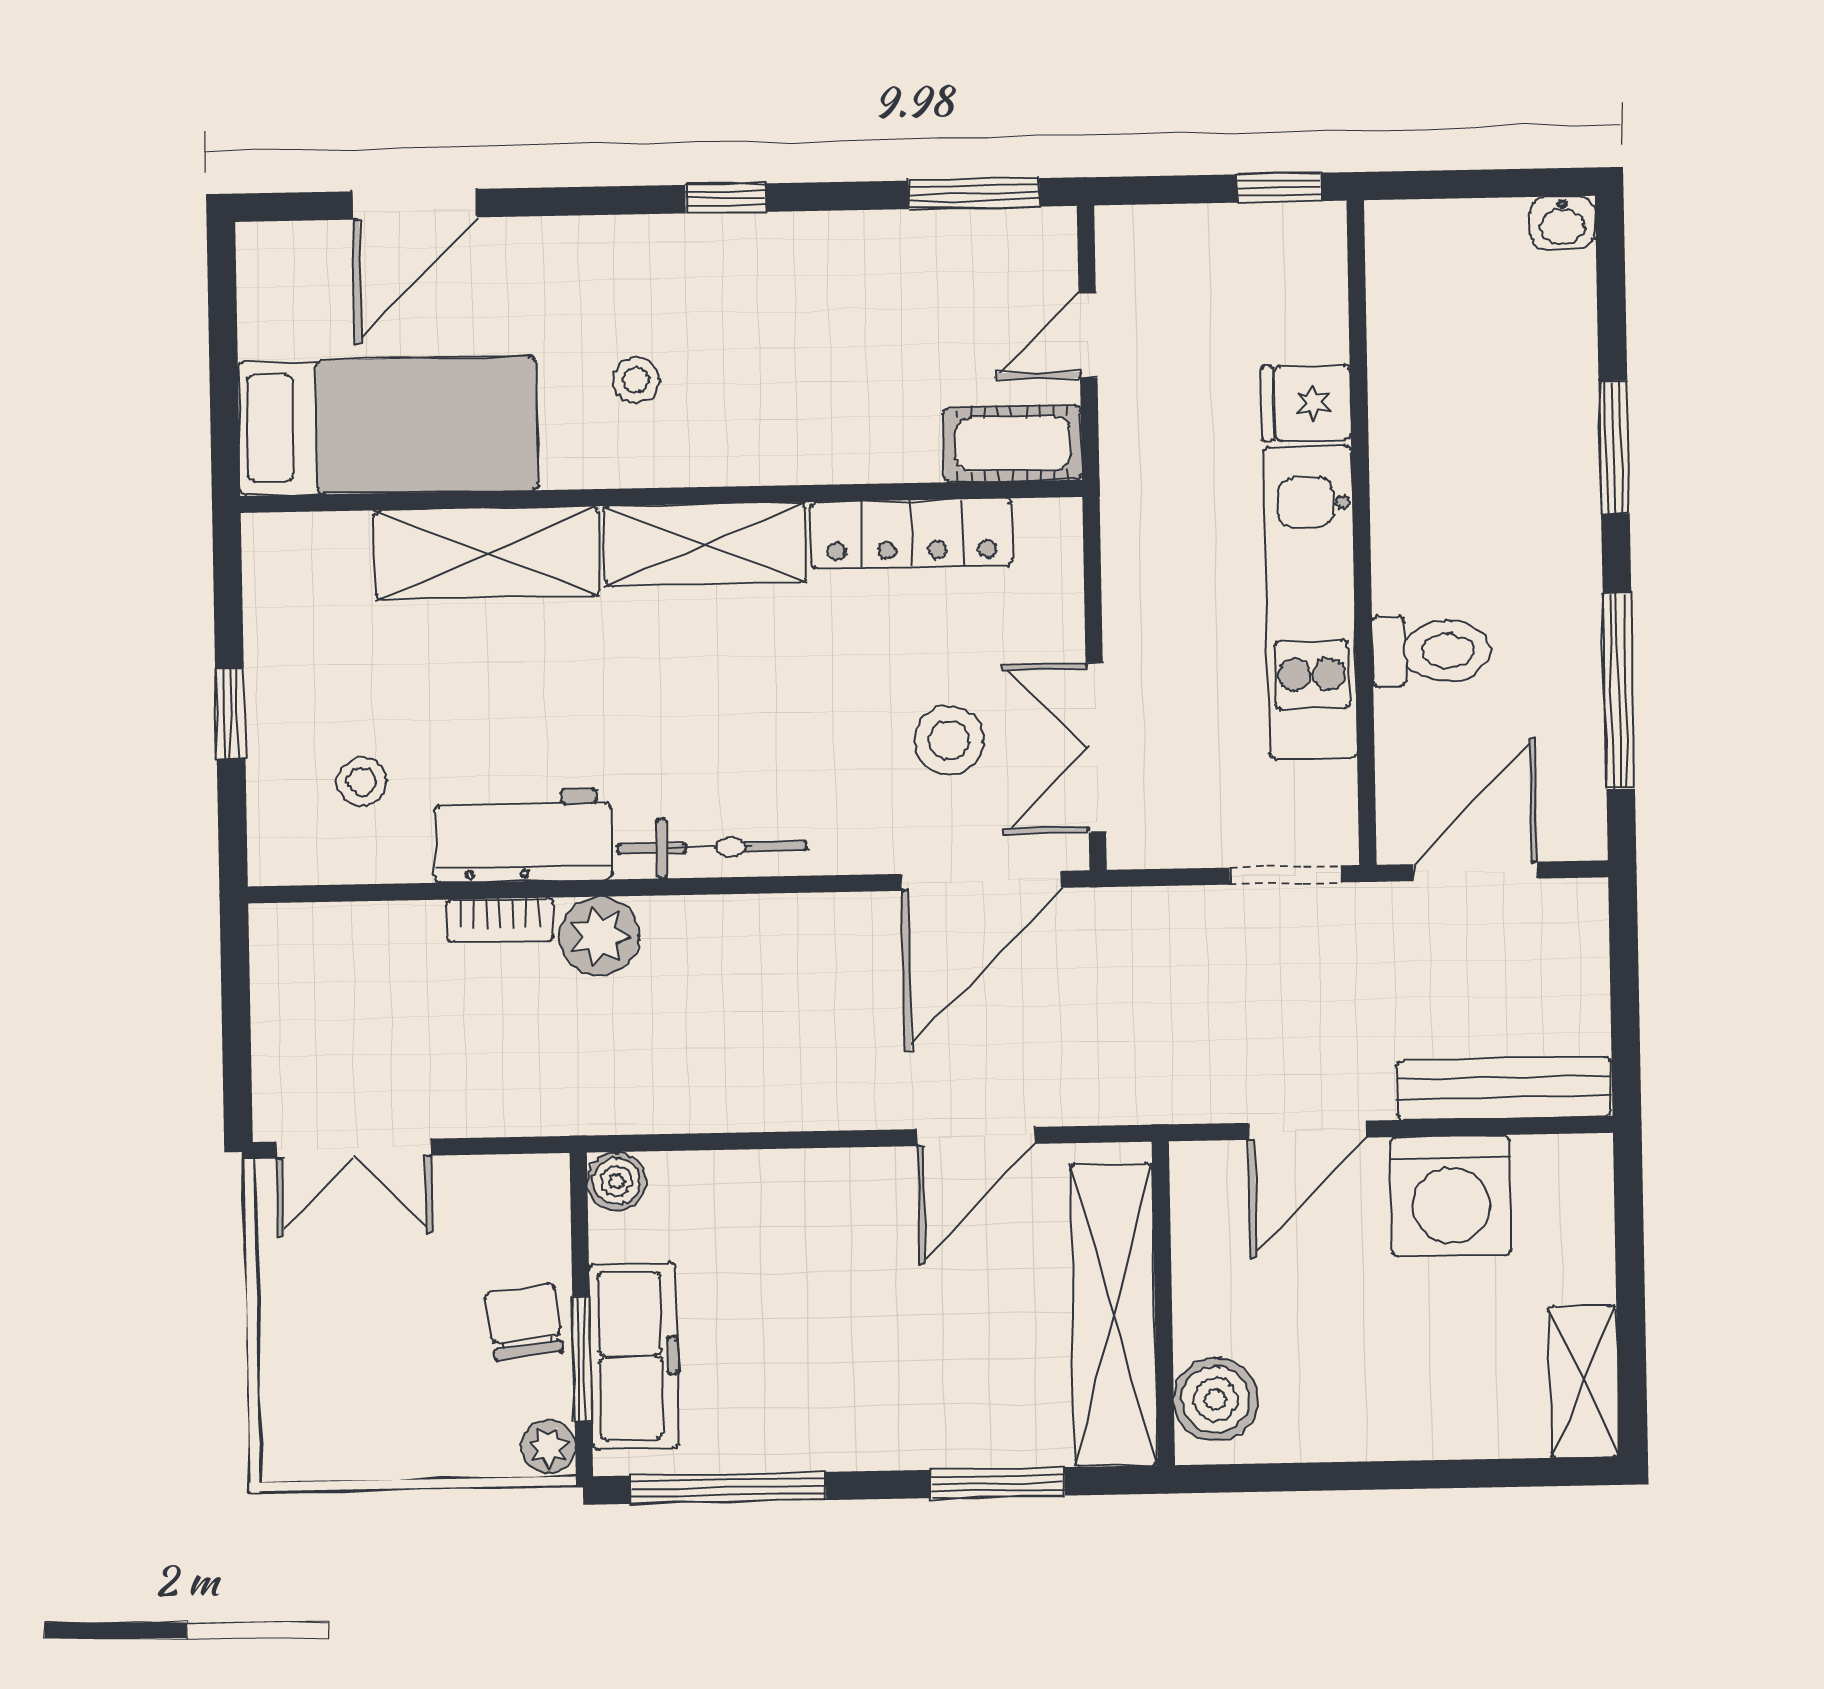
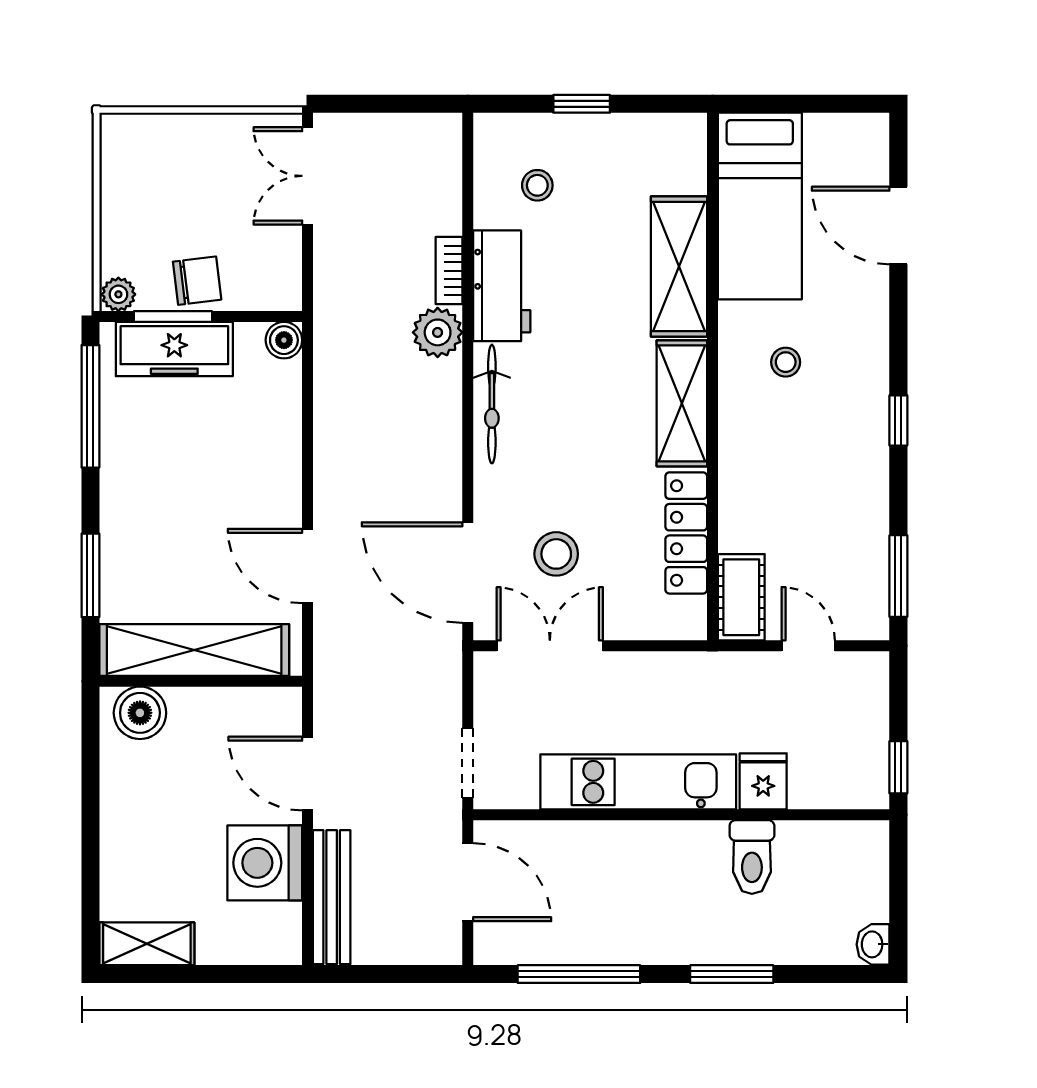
toilet: (1431, 651) -> (752, 857), moved

